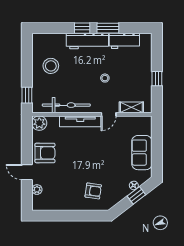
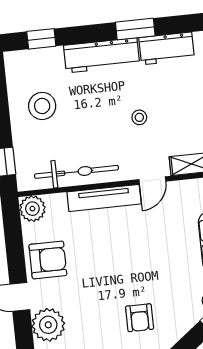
window: (82, 28) -> (41, 39), moved
plant: (37, 190) -> (48, 325), width x1.88, depth x1.88
armchair: (93, 191) -> (140, 318), turned 82

